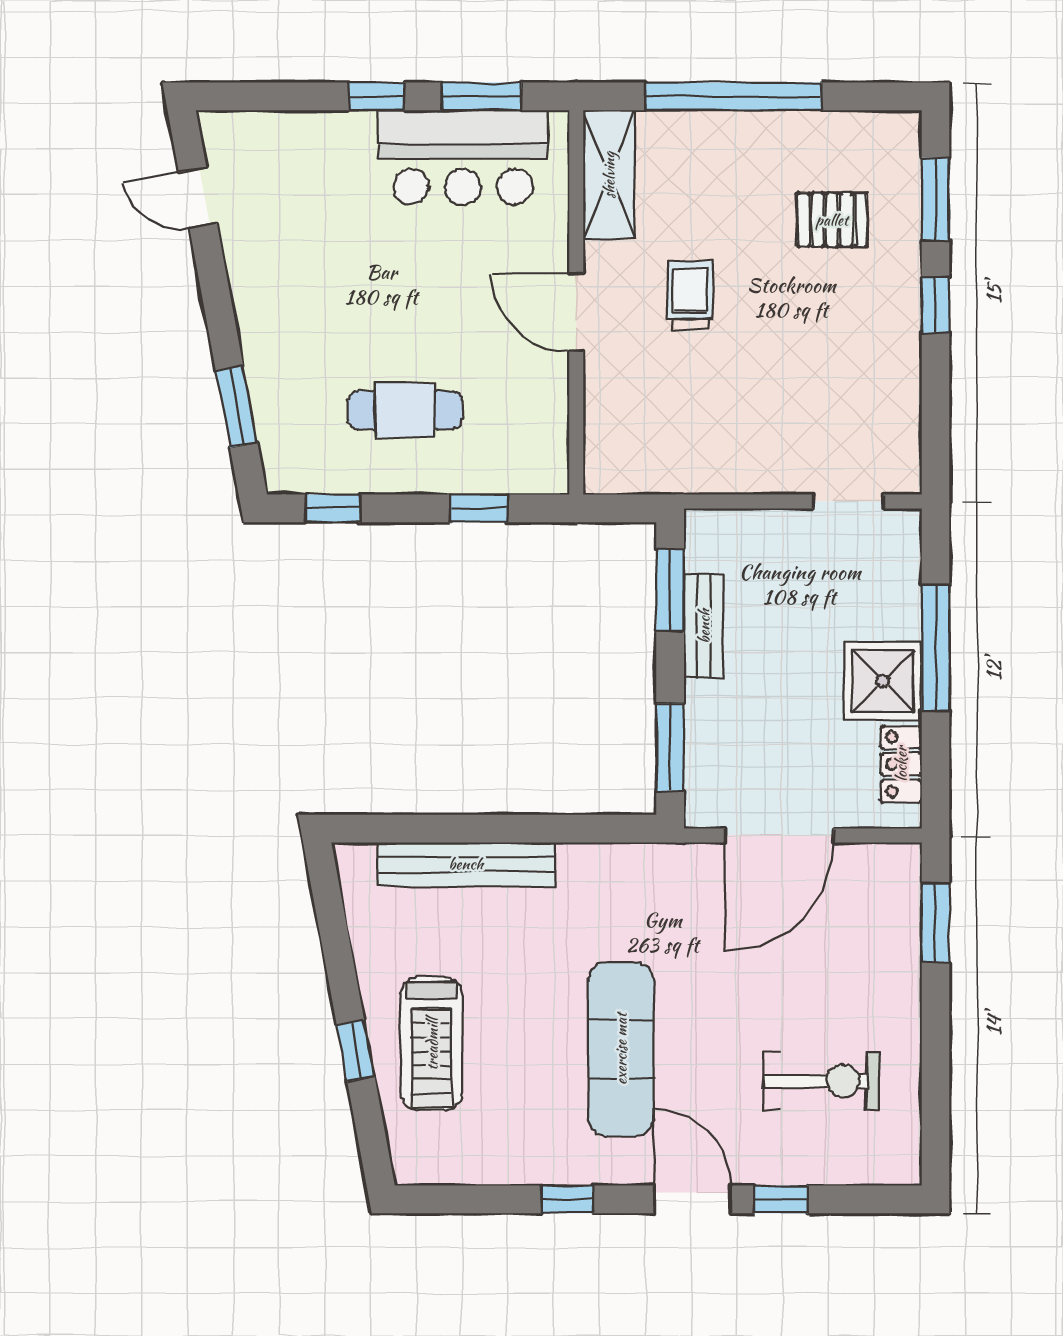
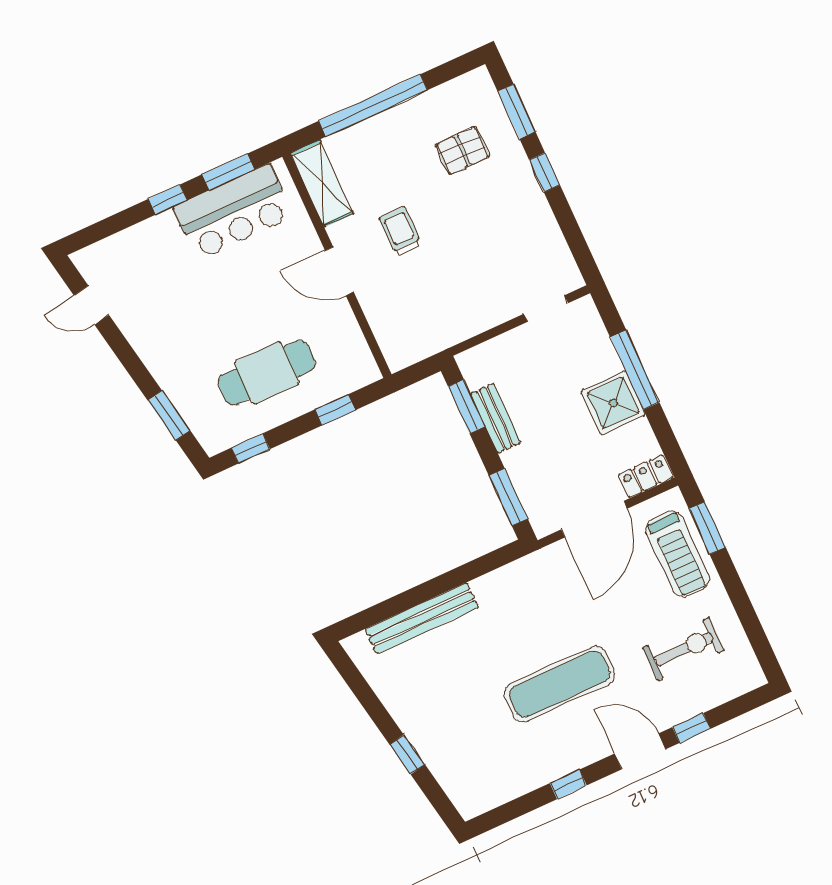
cafe table: (405, 410) -> (267, 373), width x1.37, depth x1.35
locker: (901, 764) -> (646, 476), moved, turned 90
treadmill: (432, 1044) -> (678, 554), moved
exercise mat: (621, 1049) -> (560, 684), turned 90

